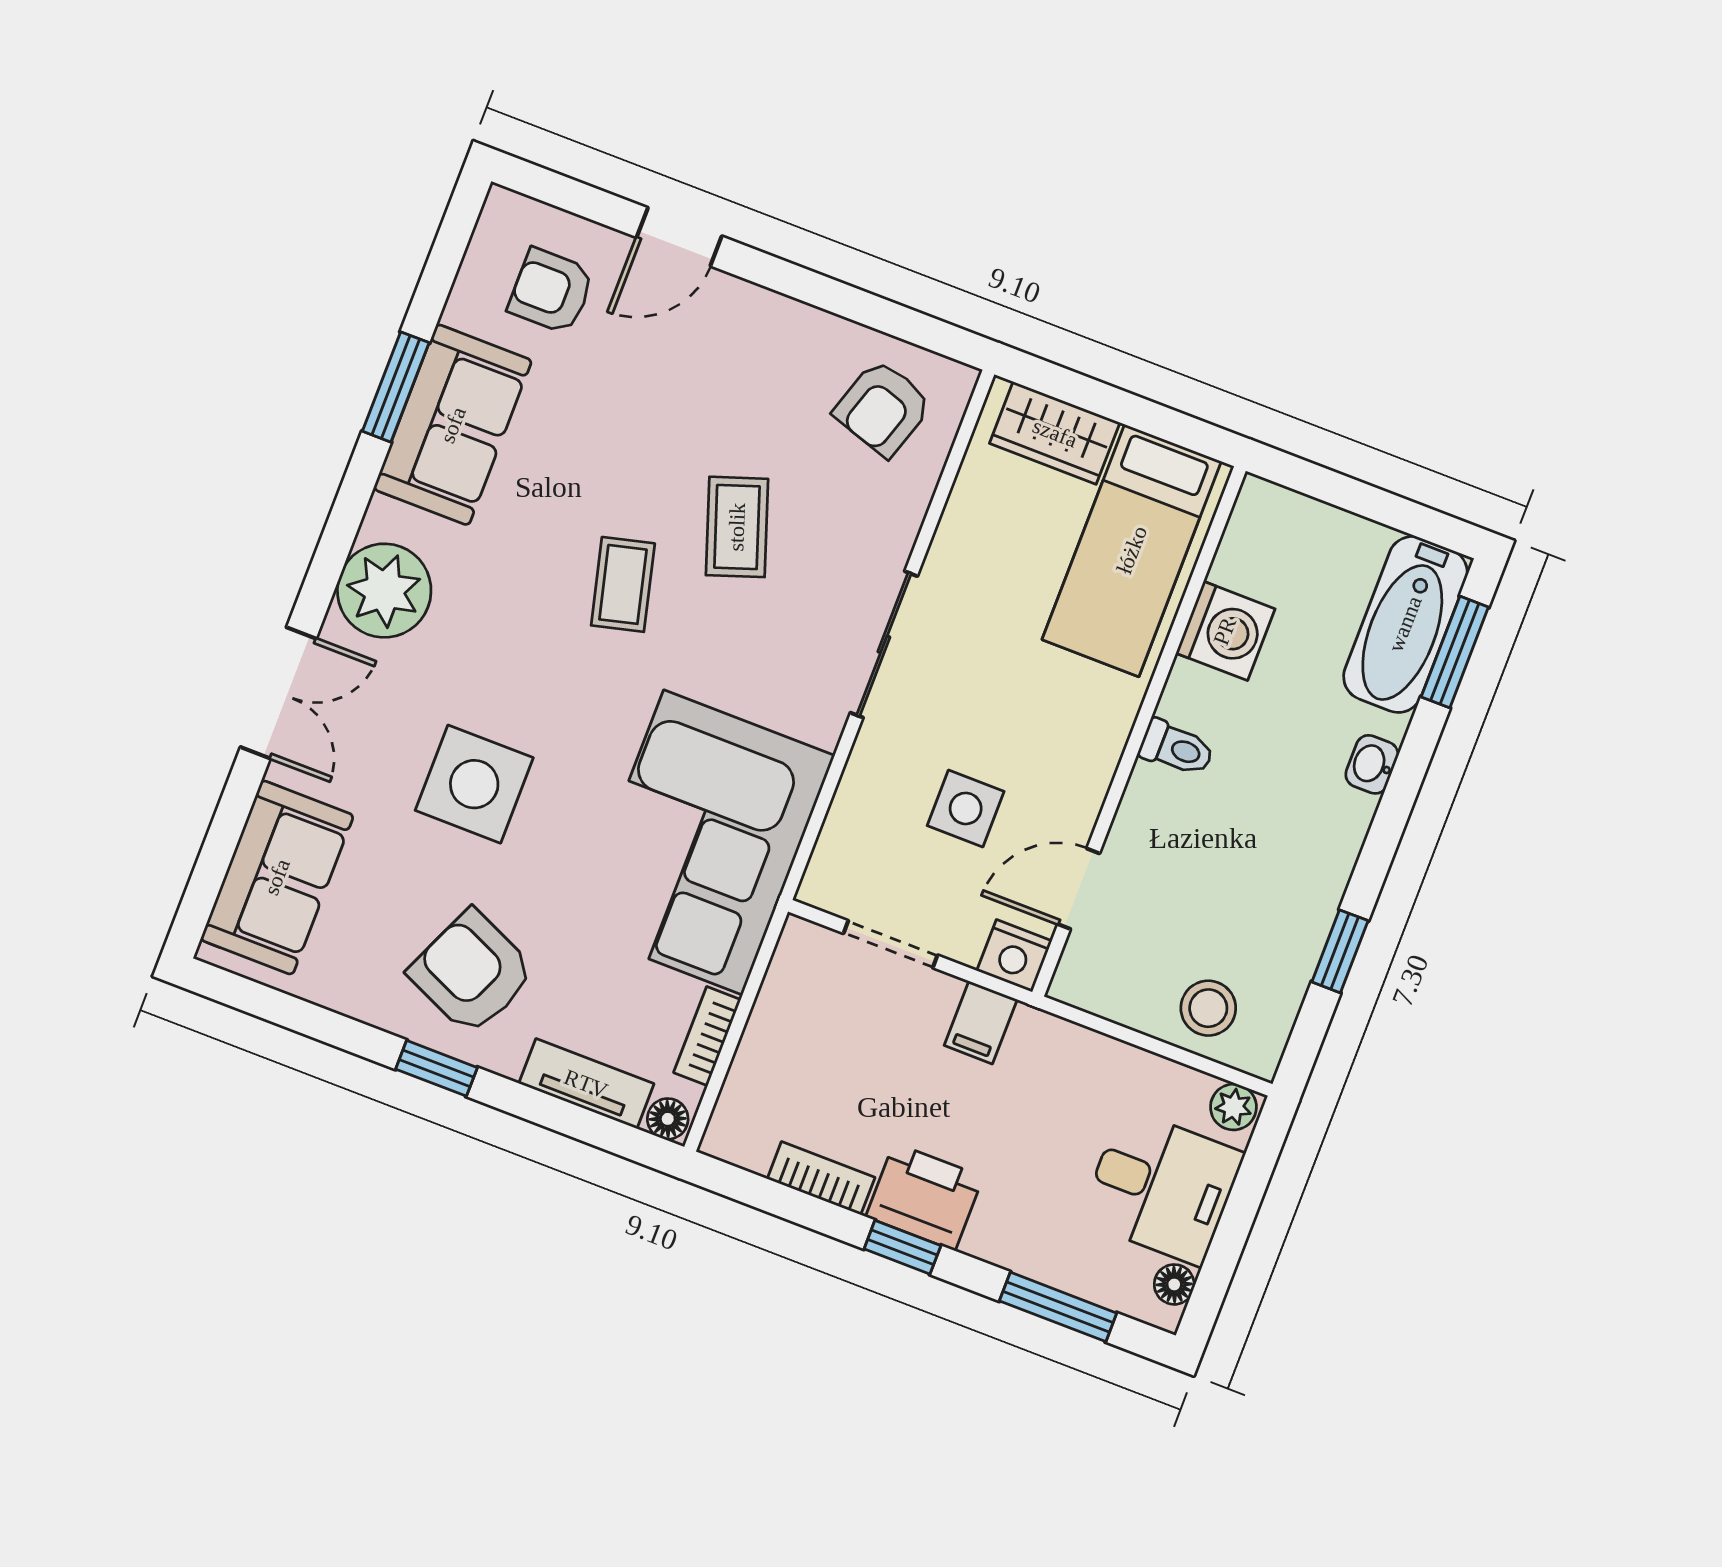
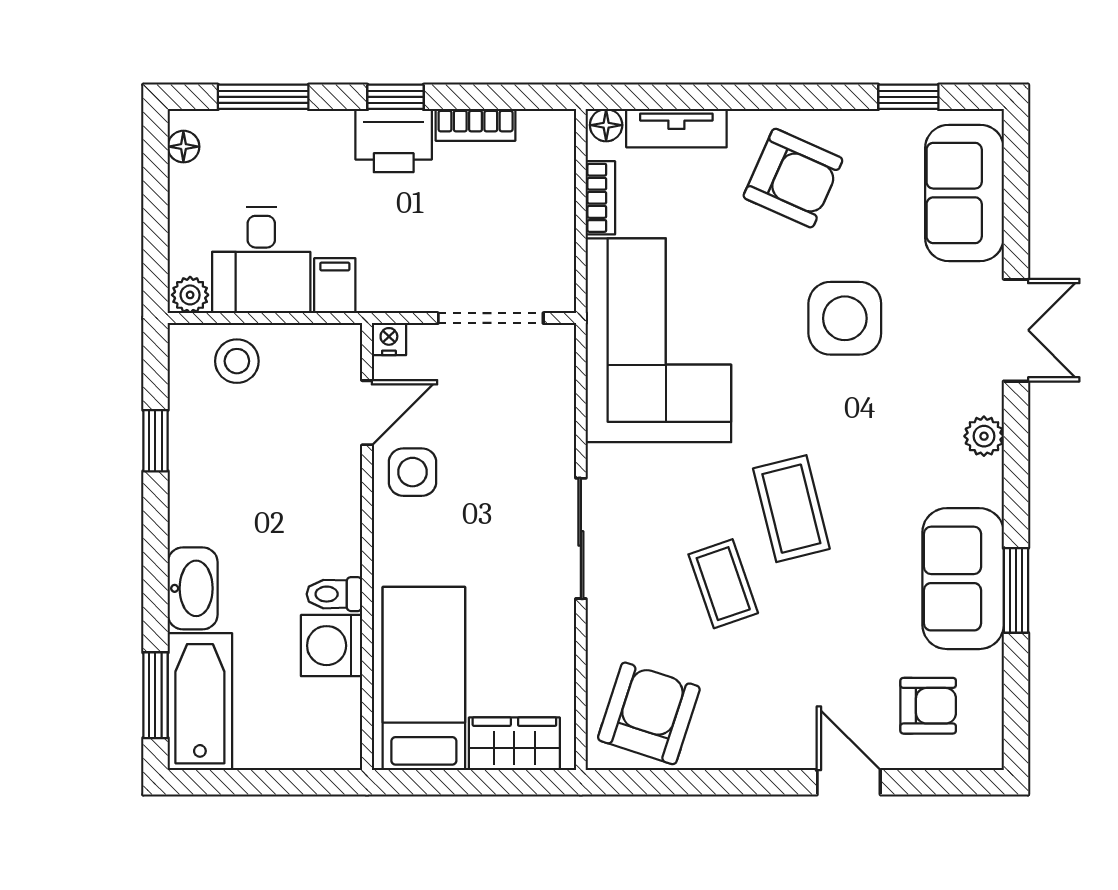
door: (679, 237) -> (849, 782), hinge flipped
armchair: (883, 408) -> (649, 713), width x1.38, depth x1.38
coffee table: (623, 584) -> (791, 509), width x1.36, depth x1.30
plant: (384, 591) -> (984, 436), width x0.53, depth x0.53
double door: (278, 693) -> (1016, 330), swing flipped
toilet: (1177, 748) -> (334, 594), moved
washbasin: (1372, 764) -> (193, 588), width x1.91, depth x1.45
side table: (966, 808) -> (413, 472), moved
doorway: (891, 944) -> (491, 318), width x1.38
nightstand: (1014, 956) -> (389, 339), width x0.72, depth x0.74
filing cabinet: (981, 1022) -> (335, 286), moved
window: (436, 1068) -> (908, 97), moved
desk: (1162, 1187) -> (261, 260), moved, turned -90

